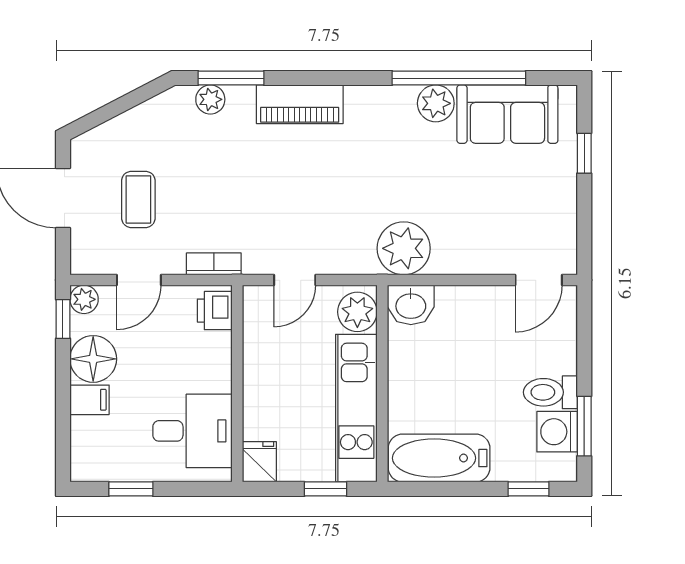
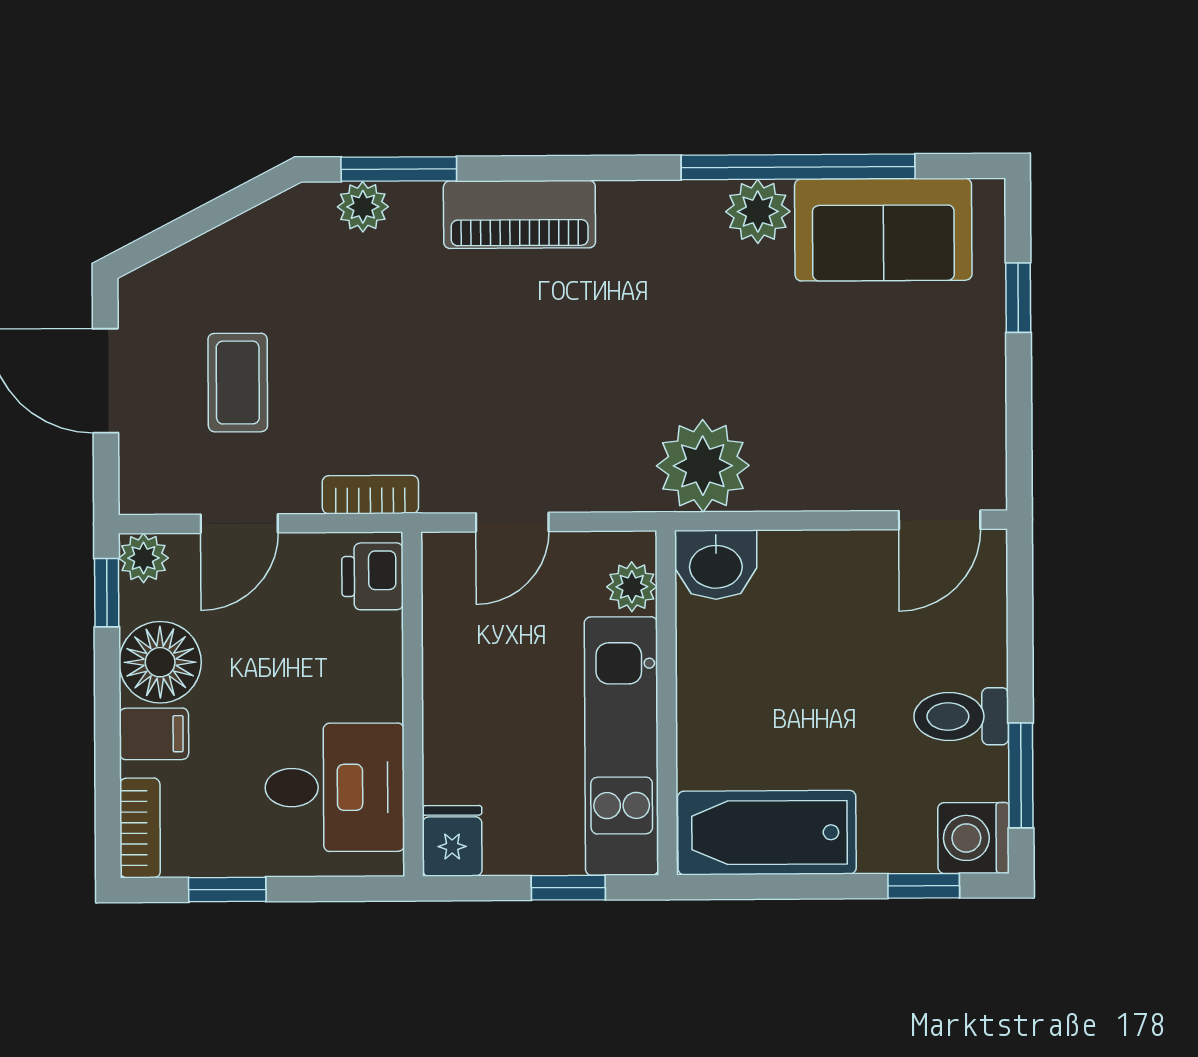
plant: (357, 312) -> (632, 587), width x0.73, depth x0.73
washing machine: (557, 432) -> (973, 838), moved
bookcase: (81, 453) -> (140, 828), added

